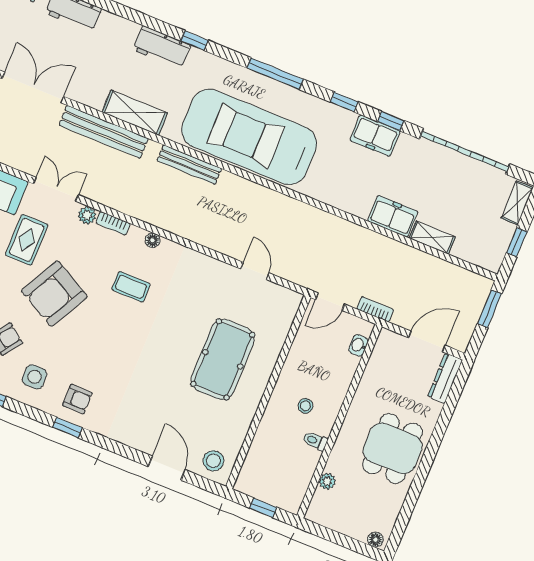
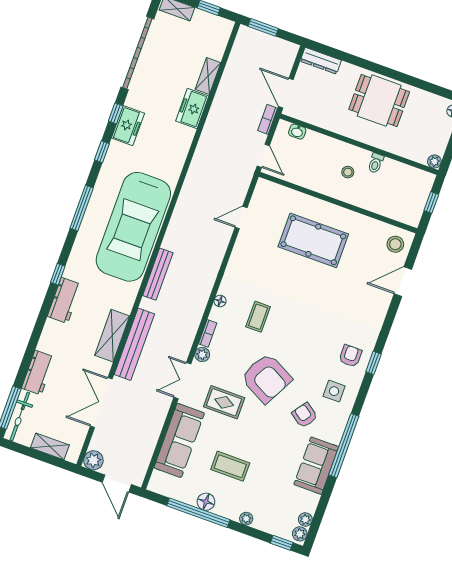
shelving: (135, 113) -> (112, 336), moved
door: (427, 341) -> (286, 93), moved
plant: (327, 481) -> (434, 162), moved

